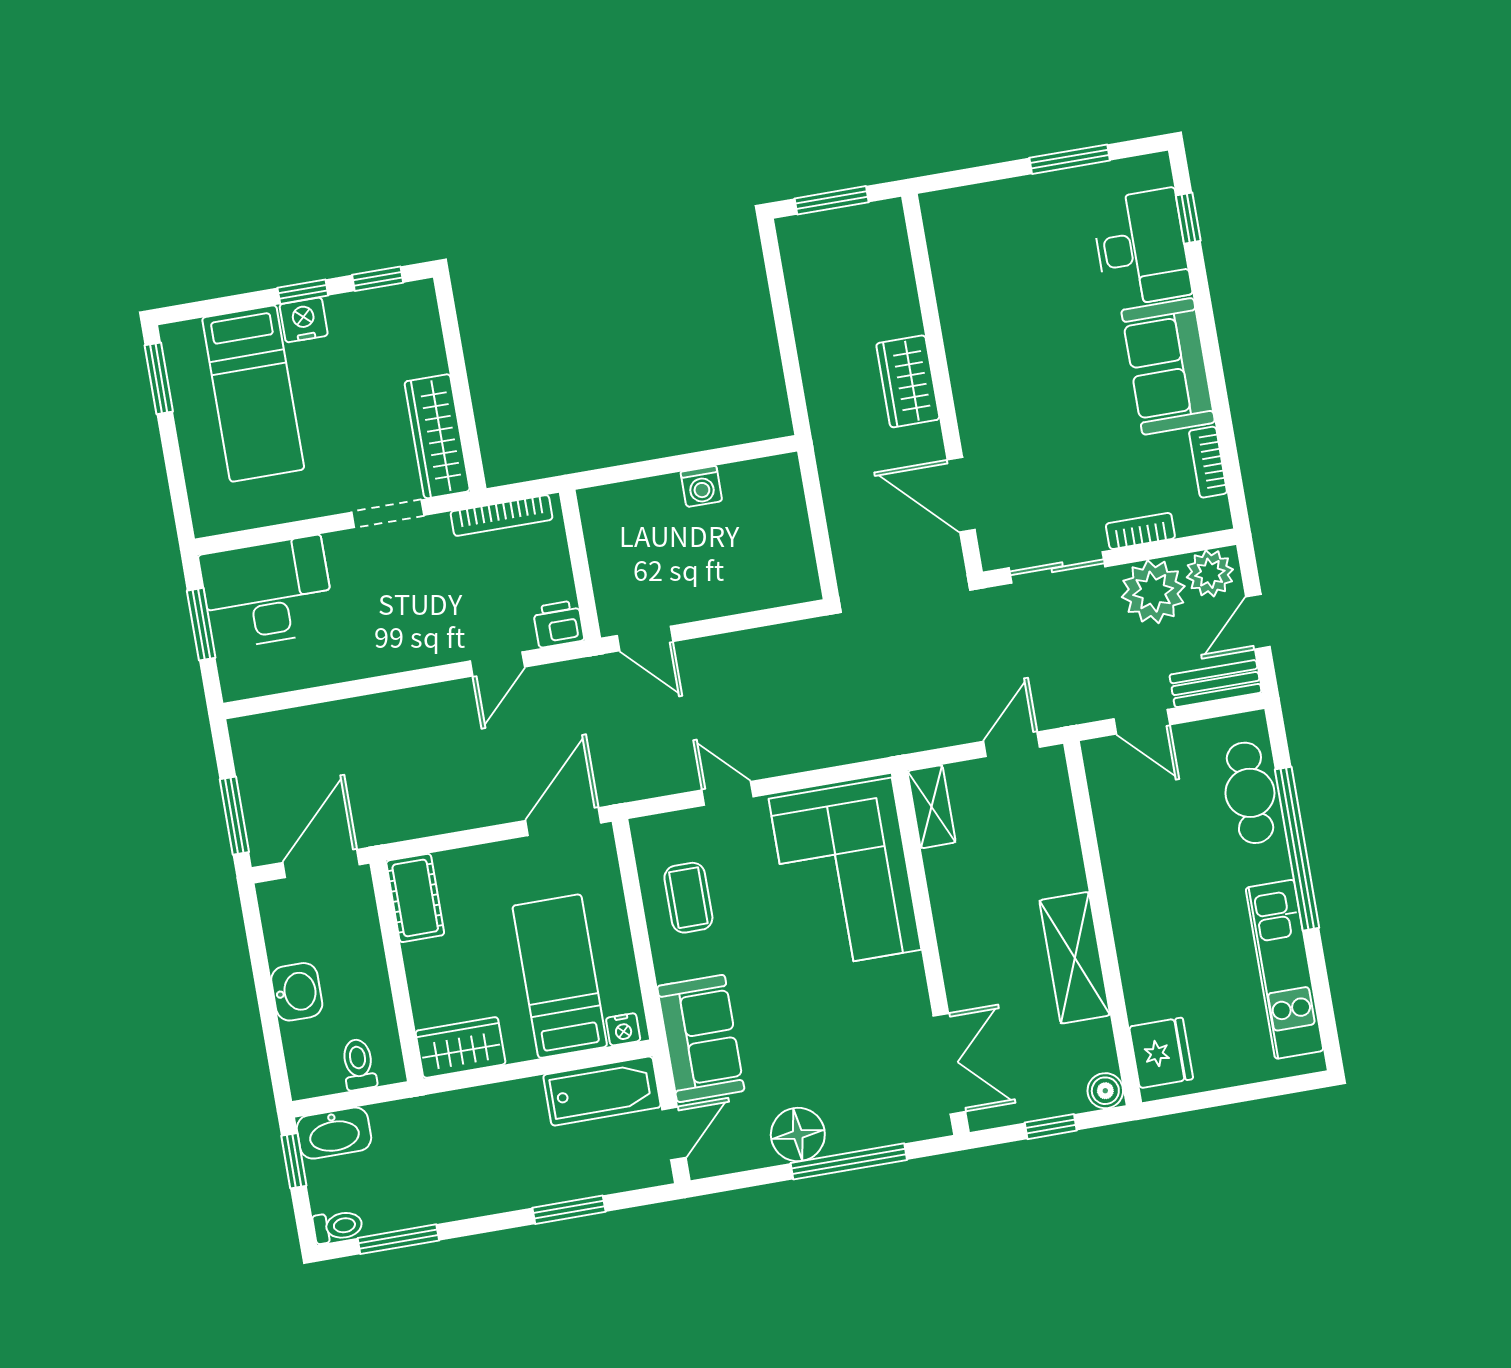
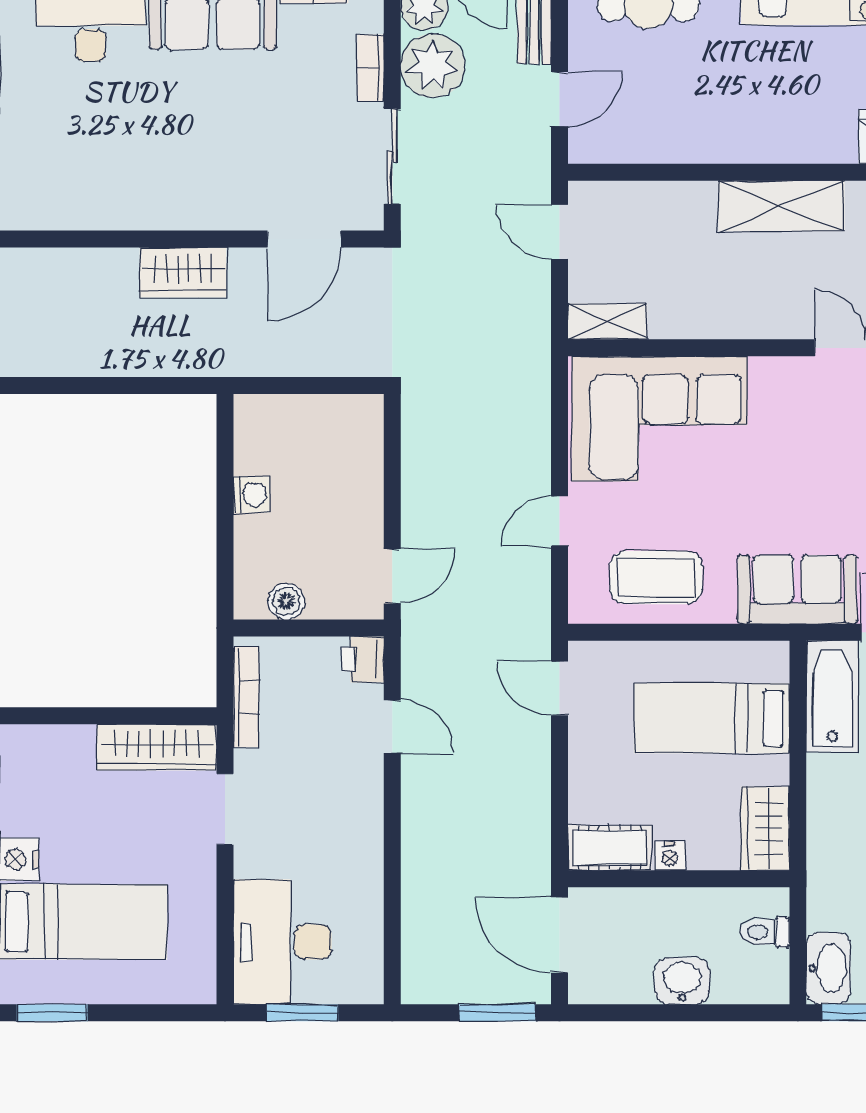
boiler: (602, 539) -> (286, 601), added
door: (563, 822) -> (560, 688), width x0.73
coffee table: (688, 898) -> (656, 578), width x1.36, depth x1.30
nightstand: (623, 1029) -> (670, 856), moved, turned 90

